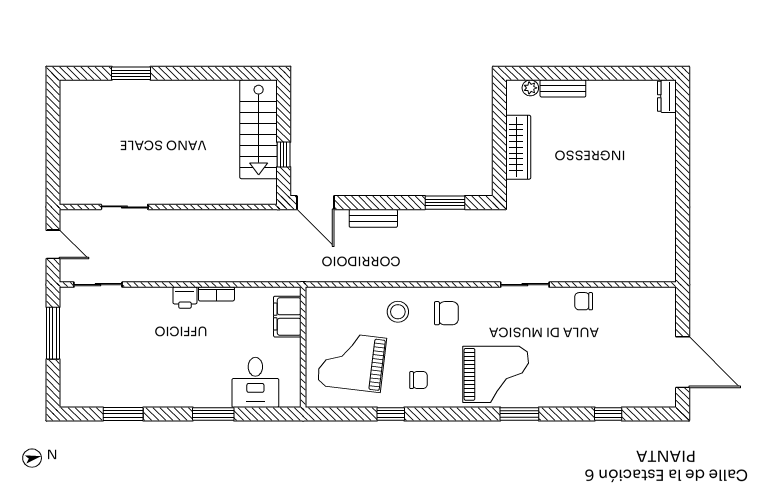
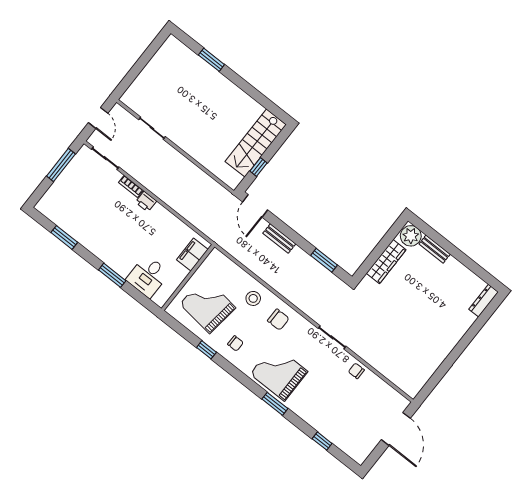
plant: (530, 88) -> (411, 236), width x1.88, depth x1.88
dresser: (667, 96) -> (484, 301), width x1.44
bookcase: (216, 294) -> (131, 186), moved
door: (683, 362) -> (396, 429), moved
grand piano: (496, 374) -> (279, 373), turned 180

